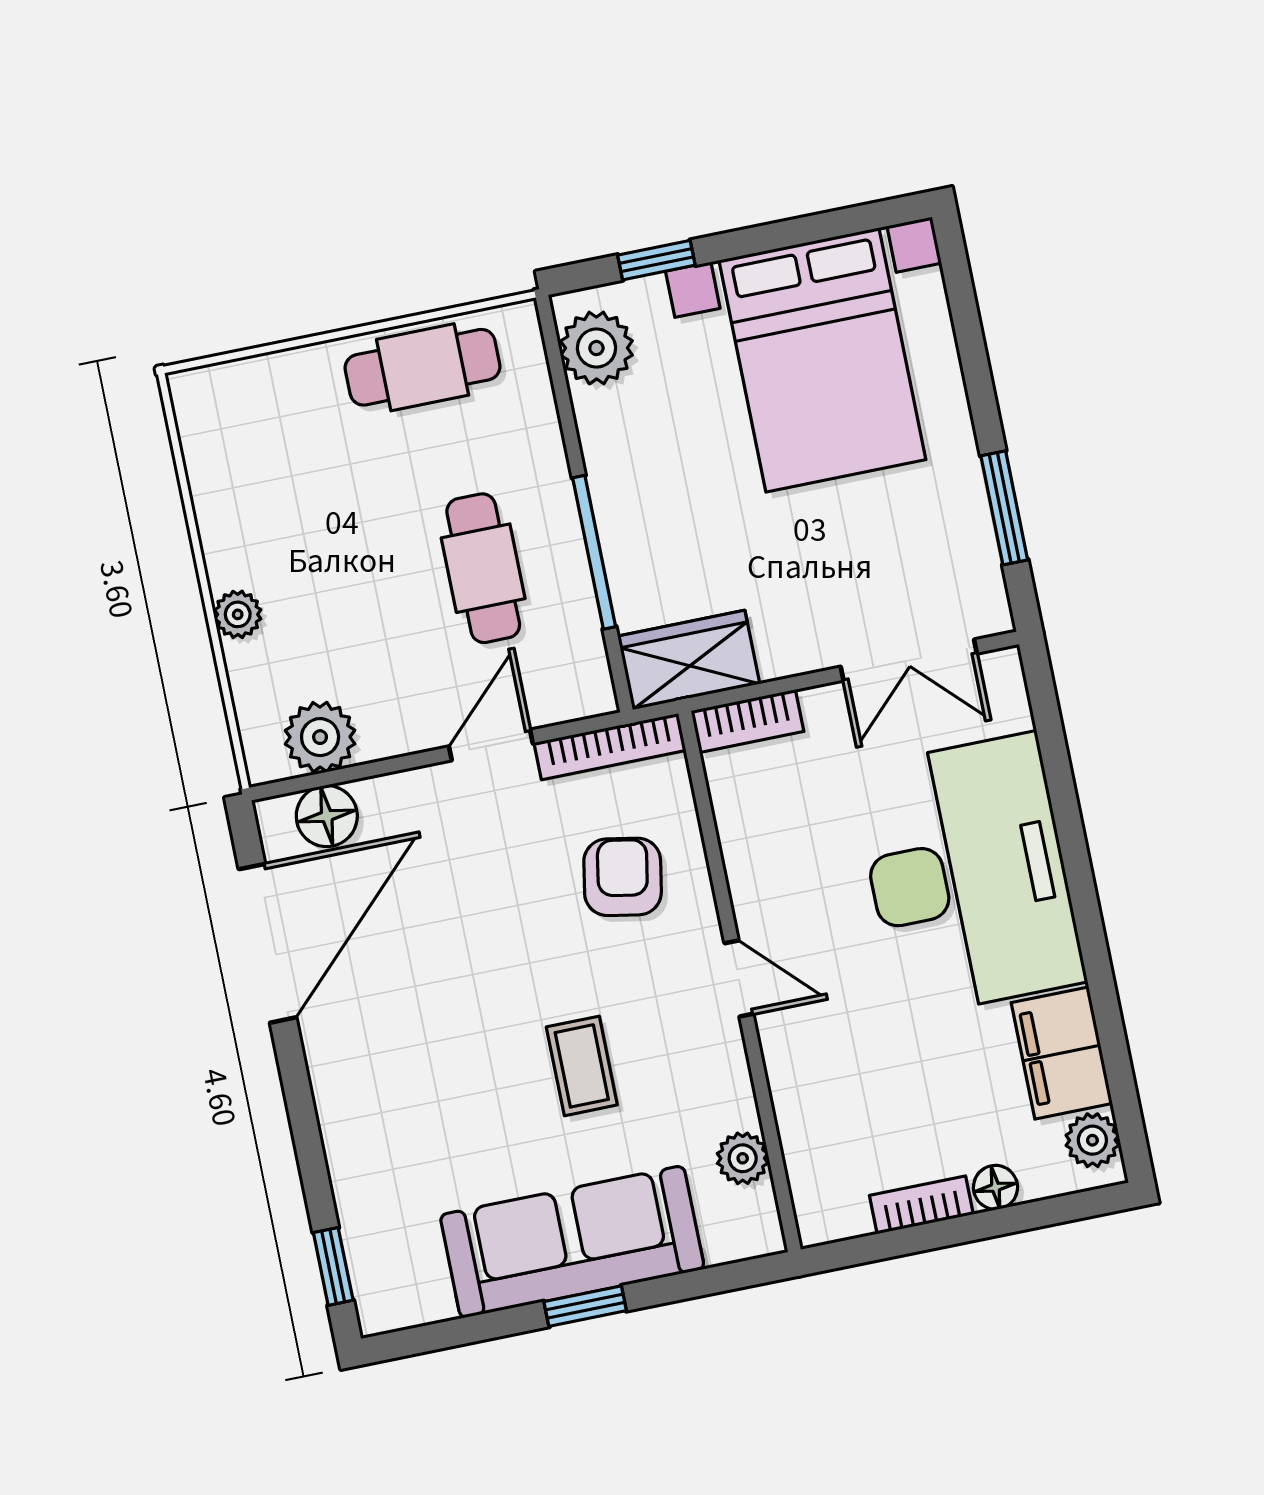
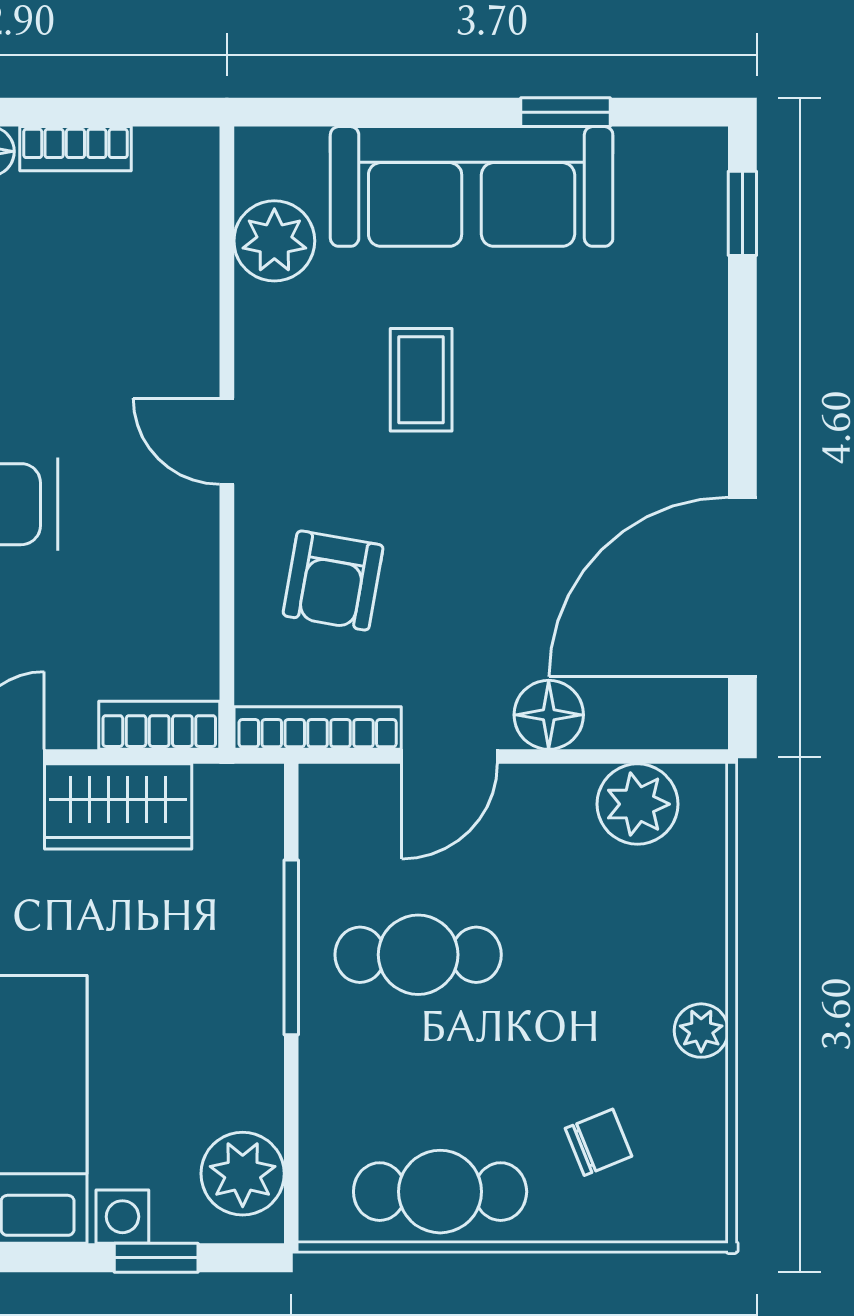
chair: (294, 438) -> (599, 1142), added
cafe table: (483, 568) -> (418, 955), turned 90
plant: (238, 614) -> (701, 1031), moved
wardrobe: (689, 660) -> (118, 806), moved
floor lamp: (327, 816) -> (549, 715), moved
plant: (743, 1158) -> (274, 241), width x1.38, depth x1.38
window: (585, 1306) -> (565, 112), moved

